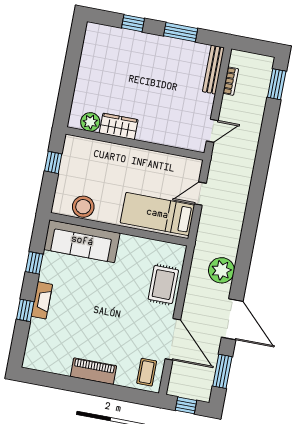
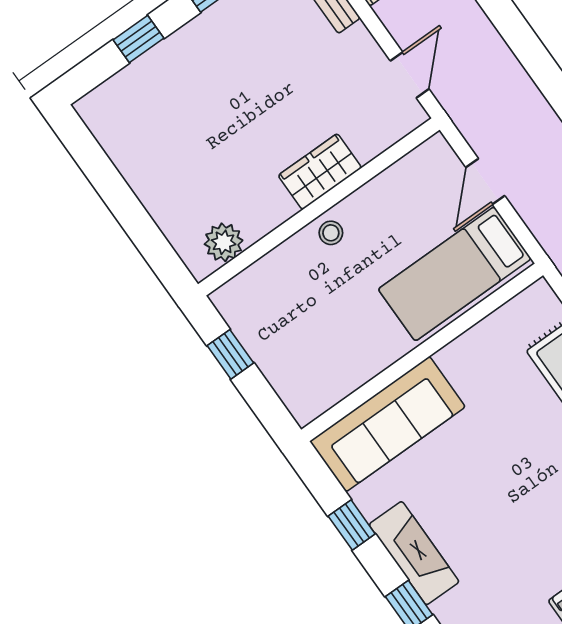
wardrobe: (119, 126) -> (320, 172), moved
stool: (83, 207) -> (331, 233), moved, width x0.53, depth x0.53
fireplace: (42, 300) -> (414, 553), width x1.37, depth x1.32

